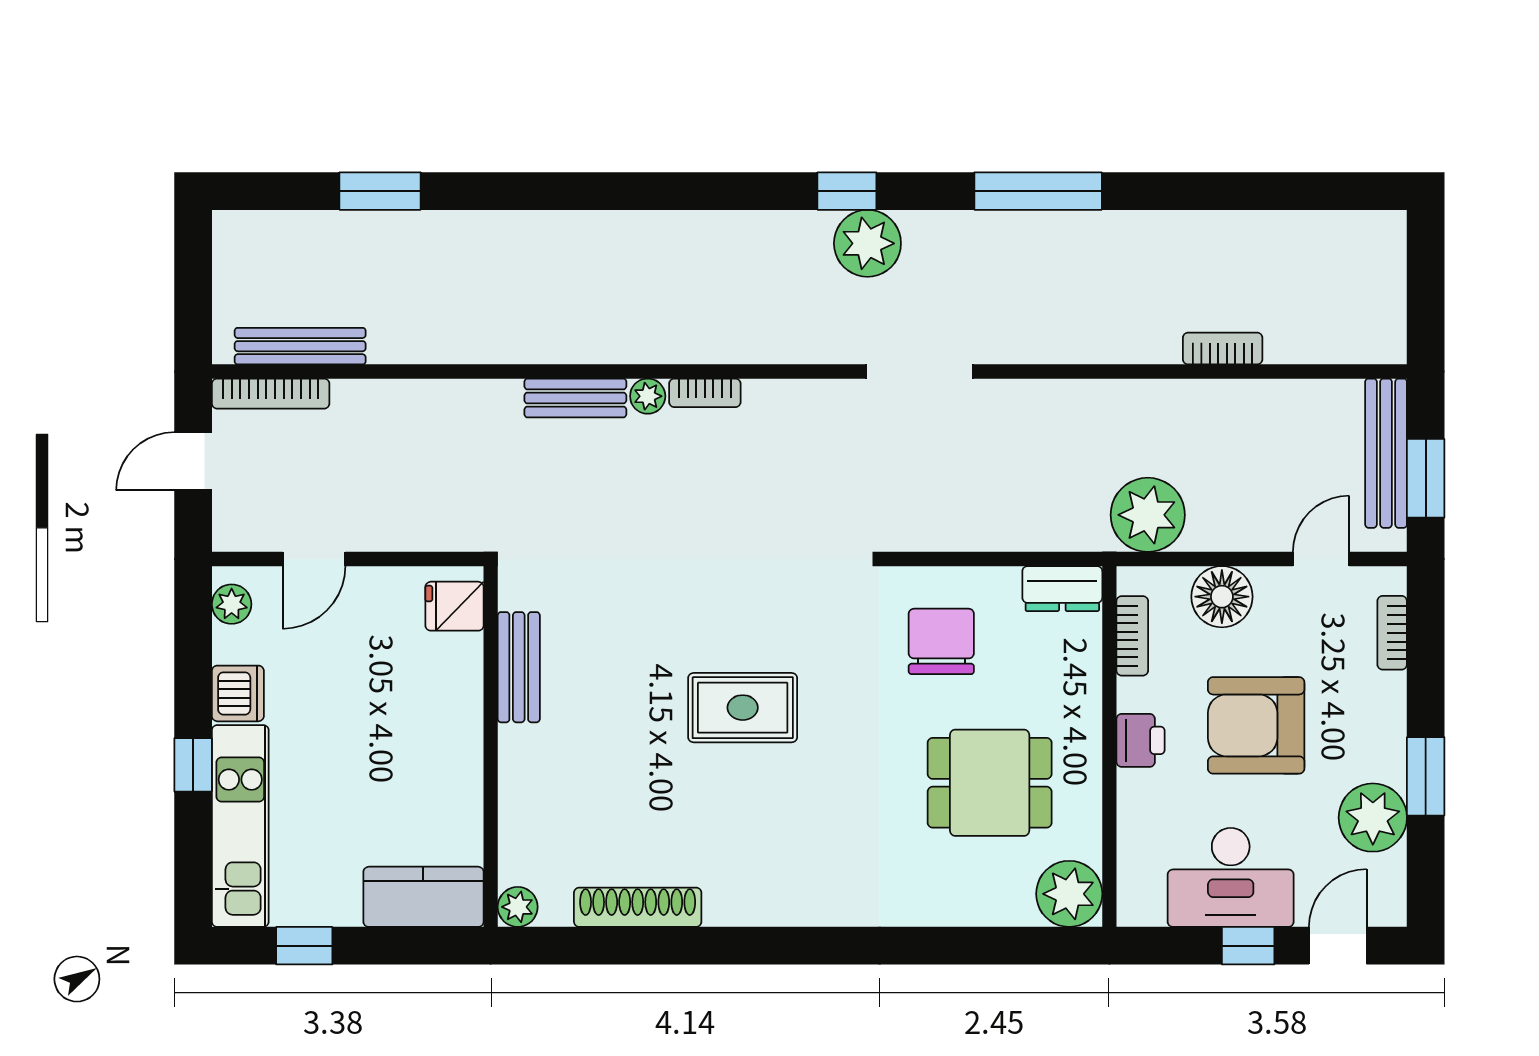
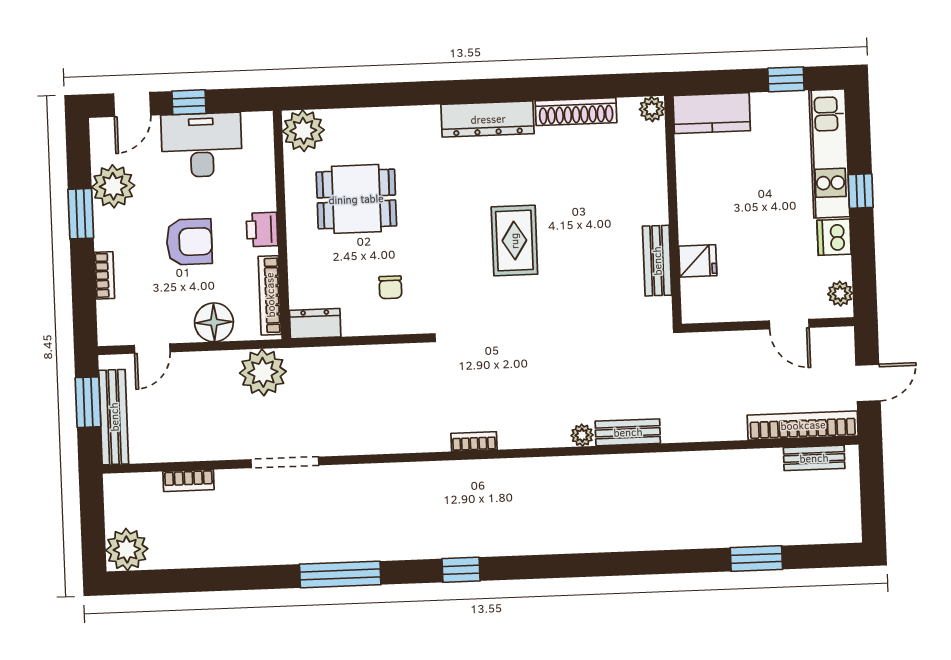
plant: (867, 243) -> (127, 550), moved
bench: (300, 346) -> (814, 458), width x0.73
bookcase: (1223, 349) -> (189, 480), moved
doorway: (919, 372) -> (285, 462), moved
bookcase: (705, 393) -> (474, 441), moved
bookcase: (271, 394) -> (803, 425), width x1.48, depth x1.31
door: (314, 559) -> (789, 324), swing flipped
fridge: (454, 606) -> (698, 261), moved
bookcase: (1392, 633) -> (104, 275), moved
bookcase: (1132, 636) -> (270, 295), width x1.56
chair: (941, 641) -> (390, 287), width x0.54, depth x0.54
rug: (743, 708) -> (514, 241), turned 90
armchair: (1256, 725) -> (189, 242), width x0.73, depth x0.73
dresser: (778, 901) -> (488, 119), added

